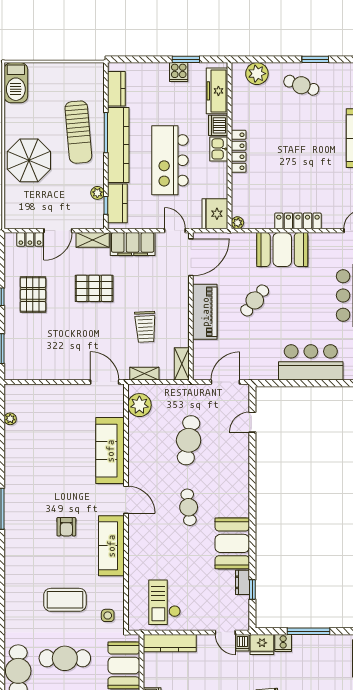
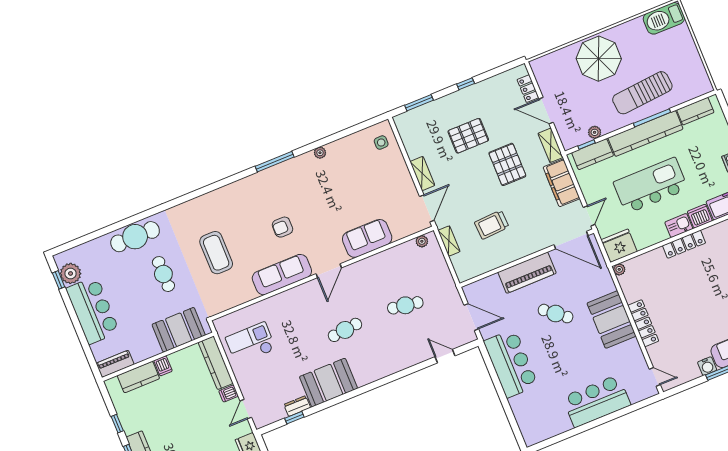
pallet: (33, 294) -> (468, 136), moved
bar counter: (311, 362) -> (511, 363), moved
shelving: (182, 364) -> (422, 173), moved, turned 90
plant: (139, 405) -> (422, 241), width x0.53, depth x0.53
plant: (10, 419) -> (320, 153), moved
cafe table: (189, 440) -> (405, 305), width x0.73, depth x0.74
sofa: (110, 451) -> (367, 238), width x0.73
side table: (108, 615) -> (381, 143), moved
dishwasher: (242, 643) -> (229, 393), moved
cafe table: (65, 658) -> (163, 274), width x0.73, depth x0.74

